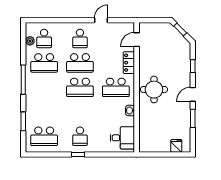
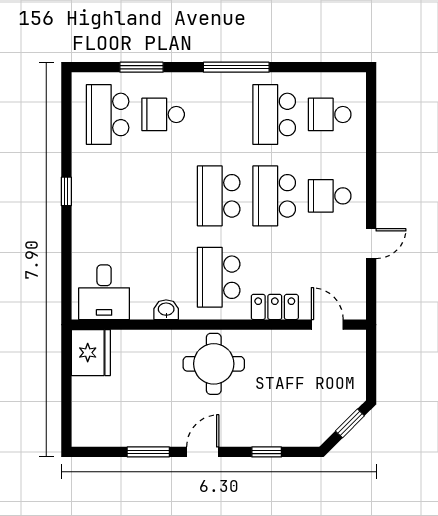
door: (101, 20) -> (371, 244), hinge flipped
plant: (30, 41) -> (324, 82), removed
door: (193, 94) -> (203, 452), hinge flipped
school desk: (80, 136) -> (163, 114), moved
fridge: (176, 146) -> (91, 353), moved, width x1.88, depth x1.34

